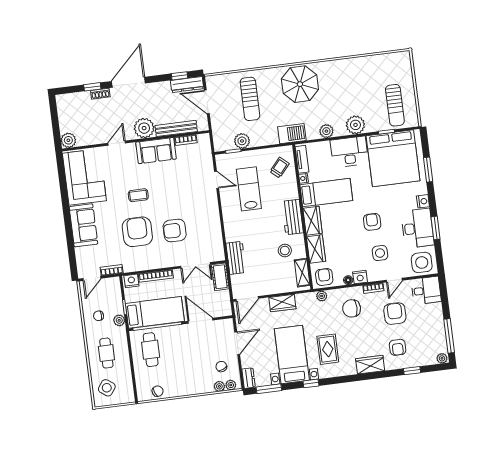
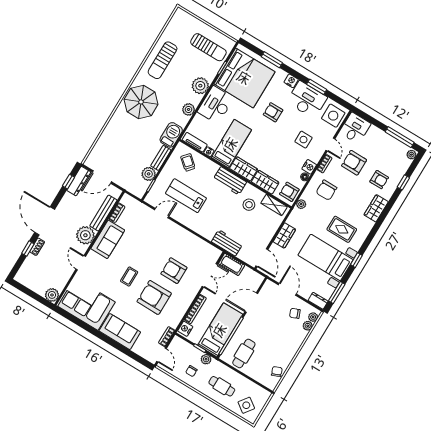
sun lounger: (250, 99) -> (163, 60), moved, turned 90
bench: (265, 140) -> (161, 158), added
armchair: (372, 222) -> (273, 112), moved
armchair: (175, 230) -> (174, 271), turned 90
cafe table: (151, 350) -> (244, 353), turned 90

